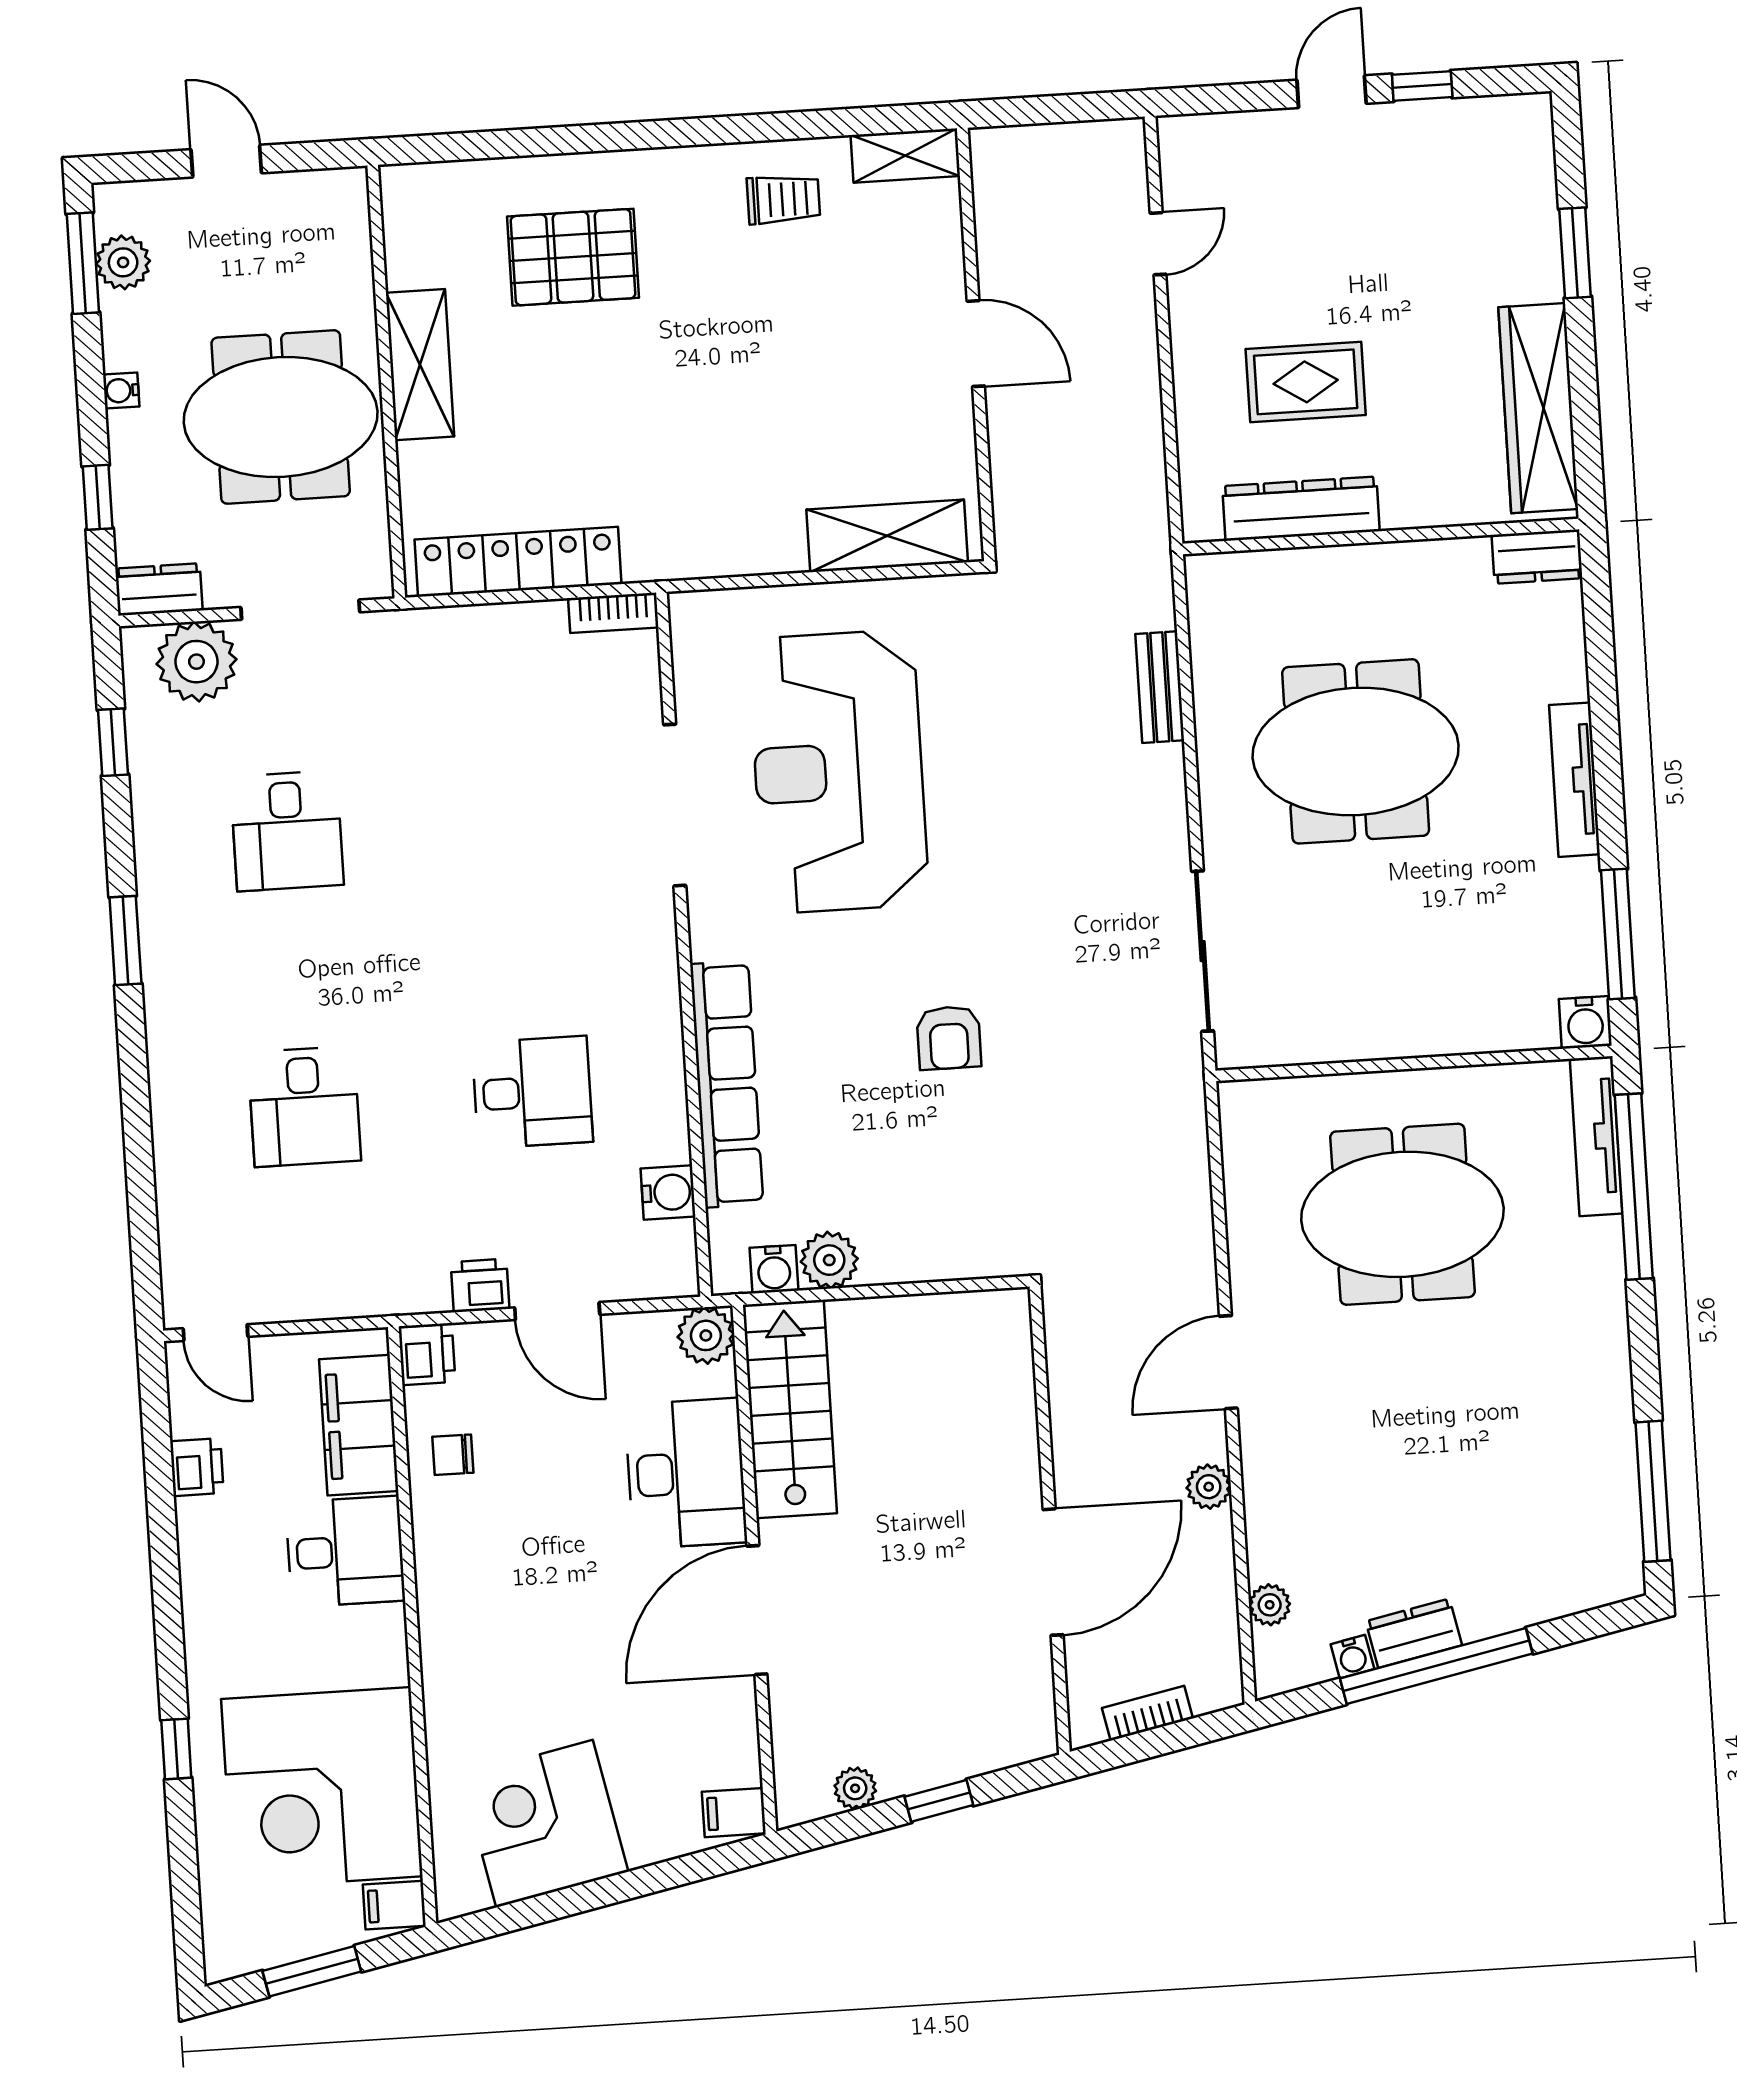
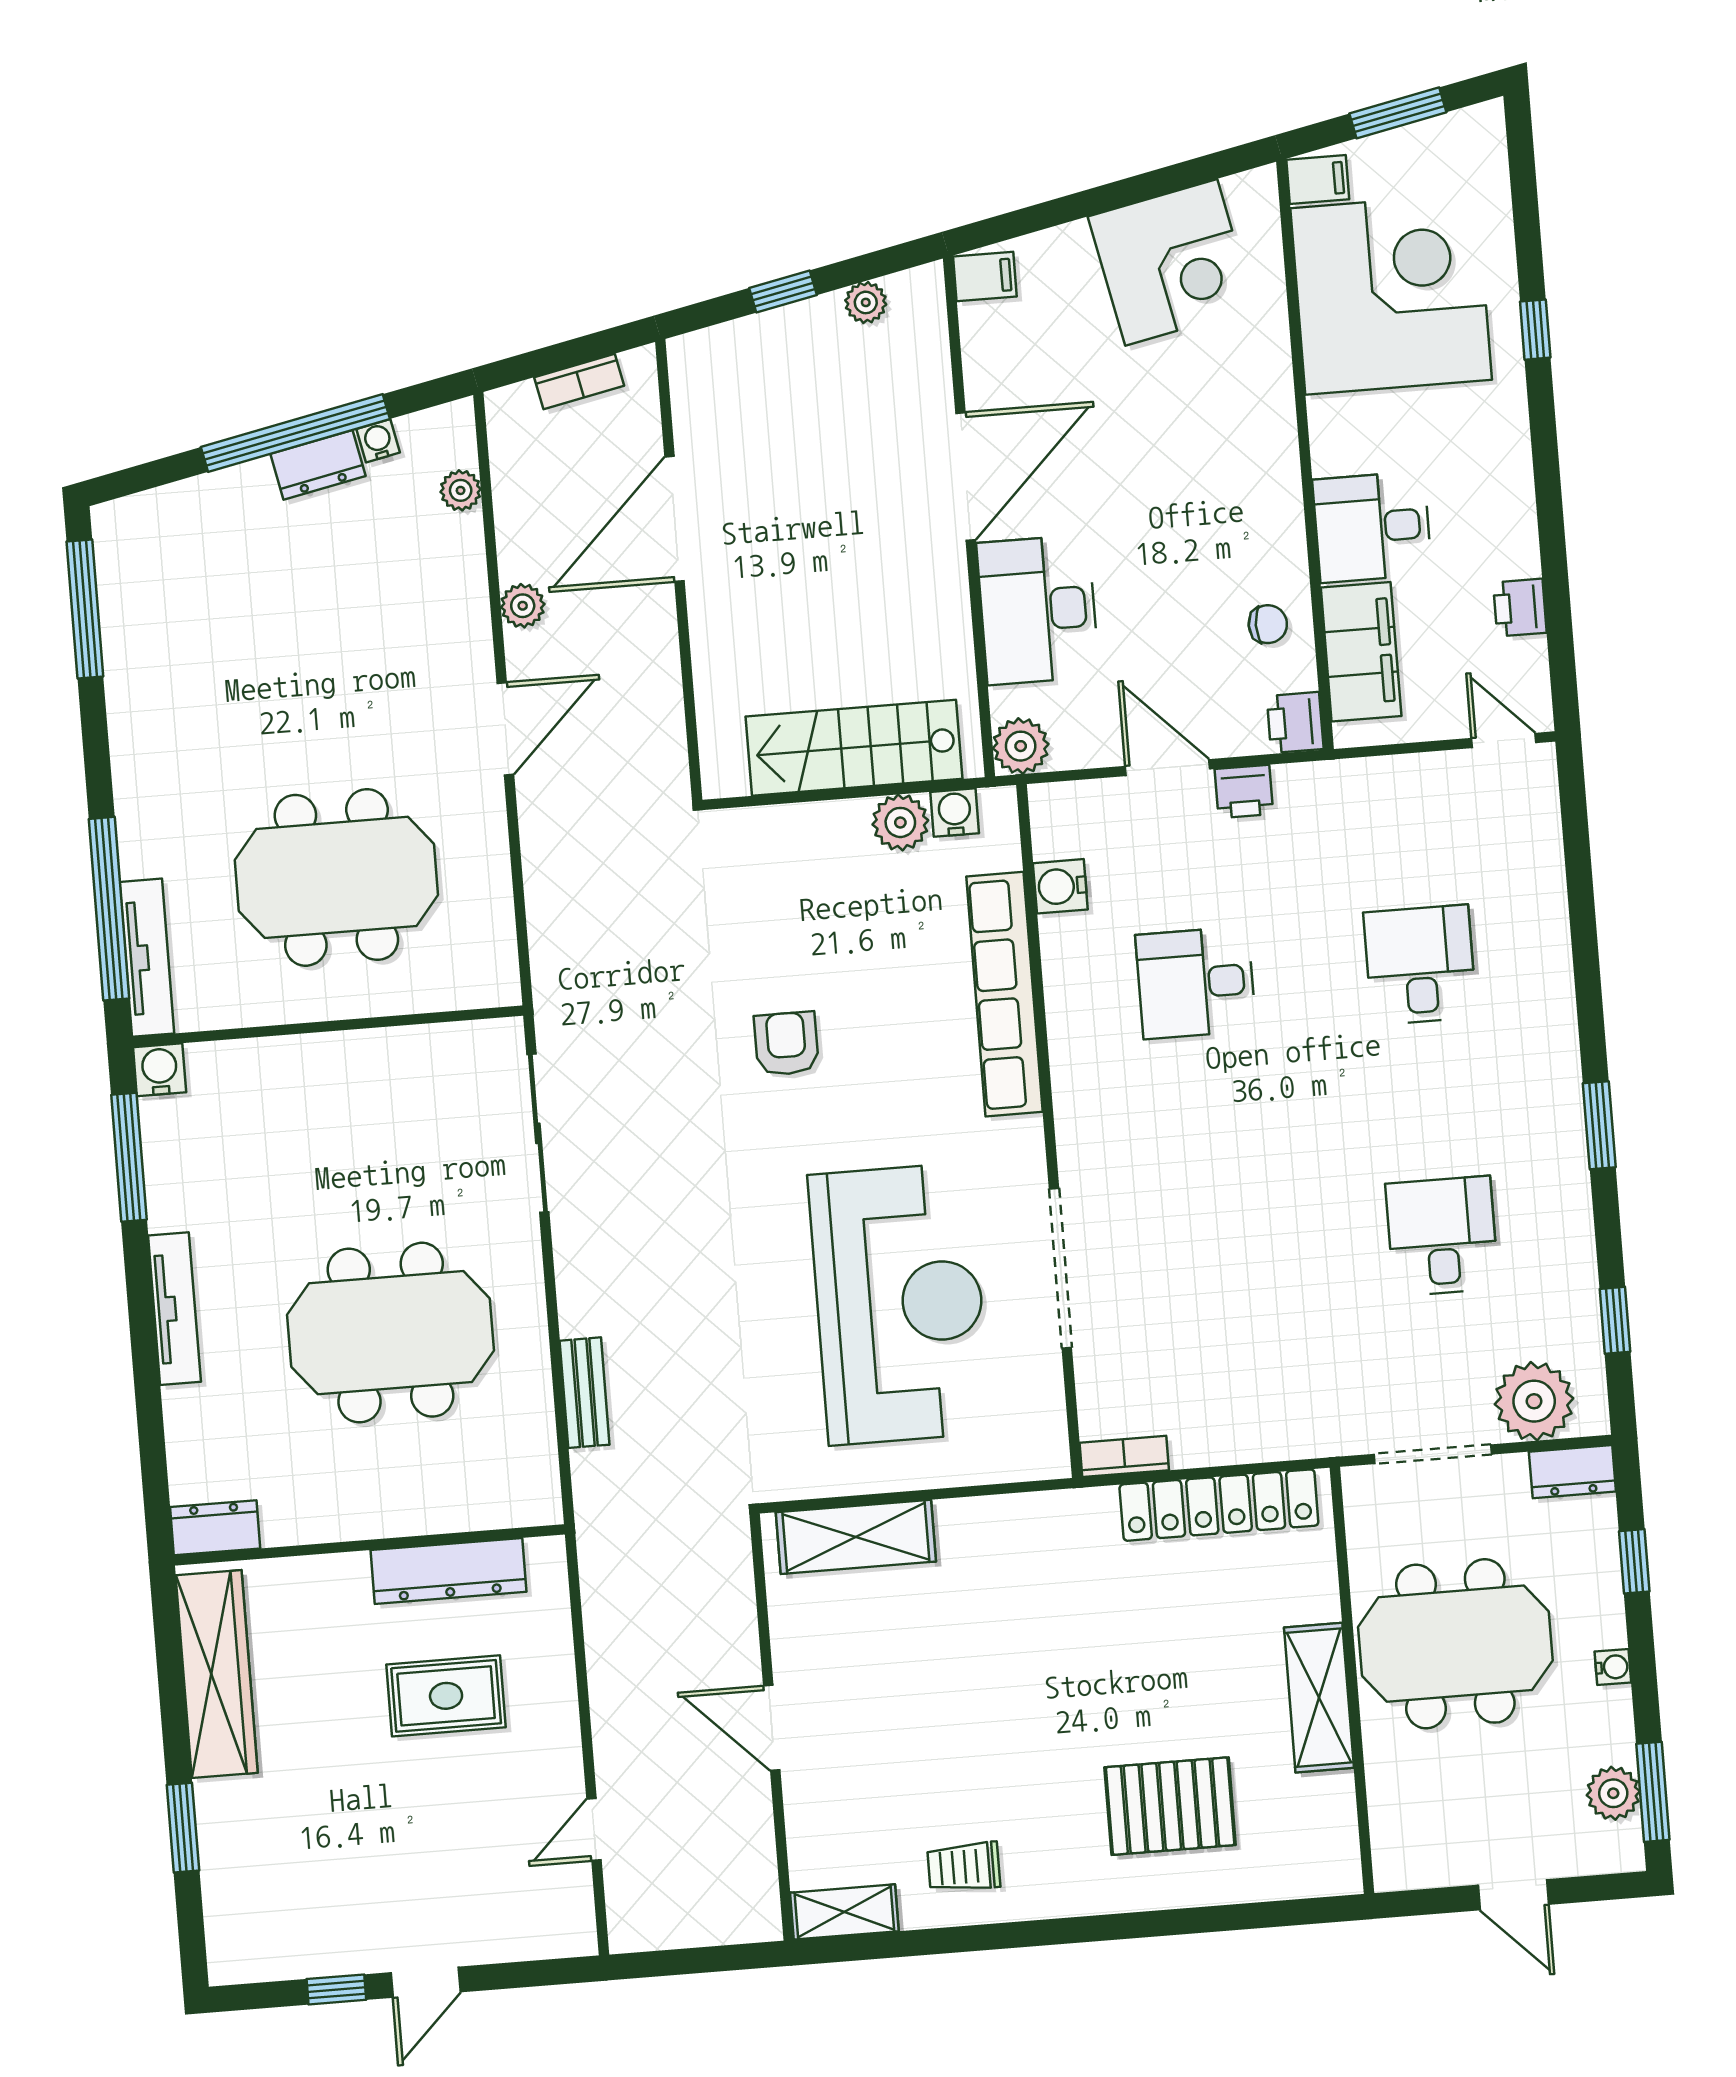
stairs: (790, 1409) -> (854, 748), moved, turned 90

